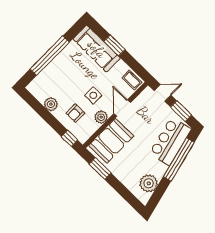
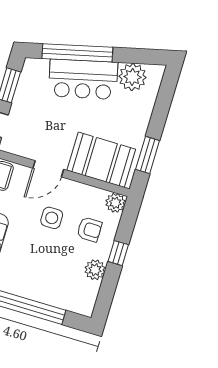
plant: (101, 117) -> (115, 203), moved
window: (69, 138) -> (118, 253), moved
bar counter: (170, 141) -> (83, 79), moved

